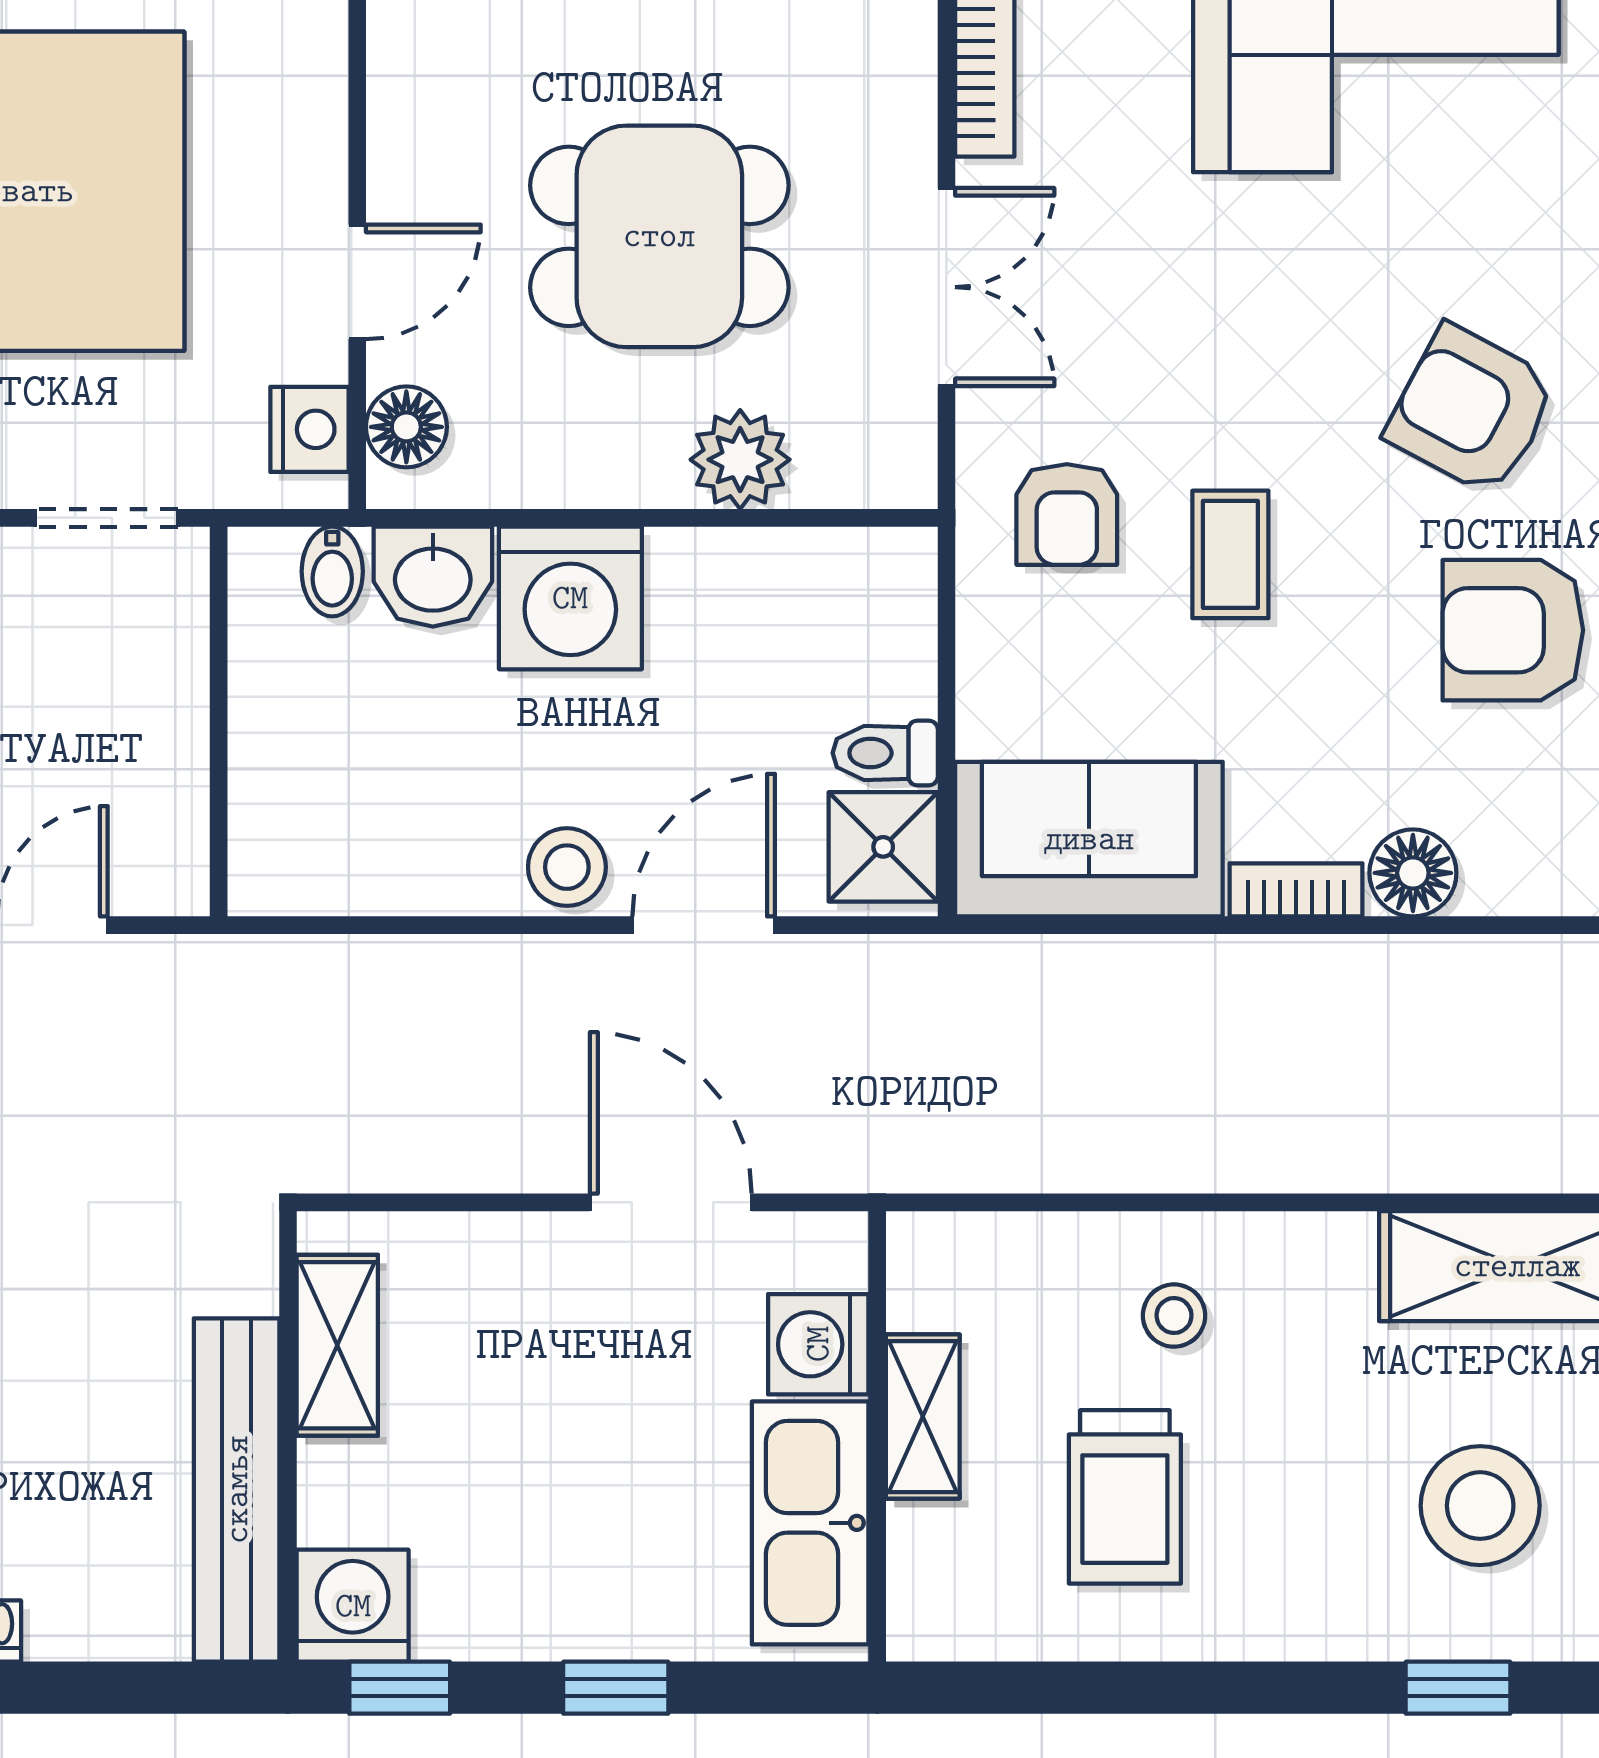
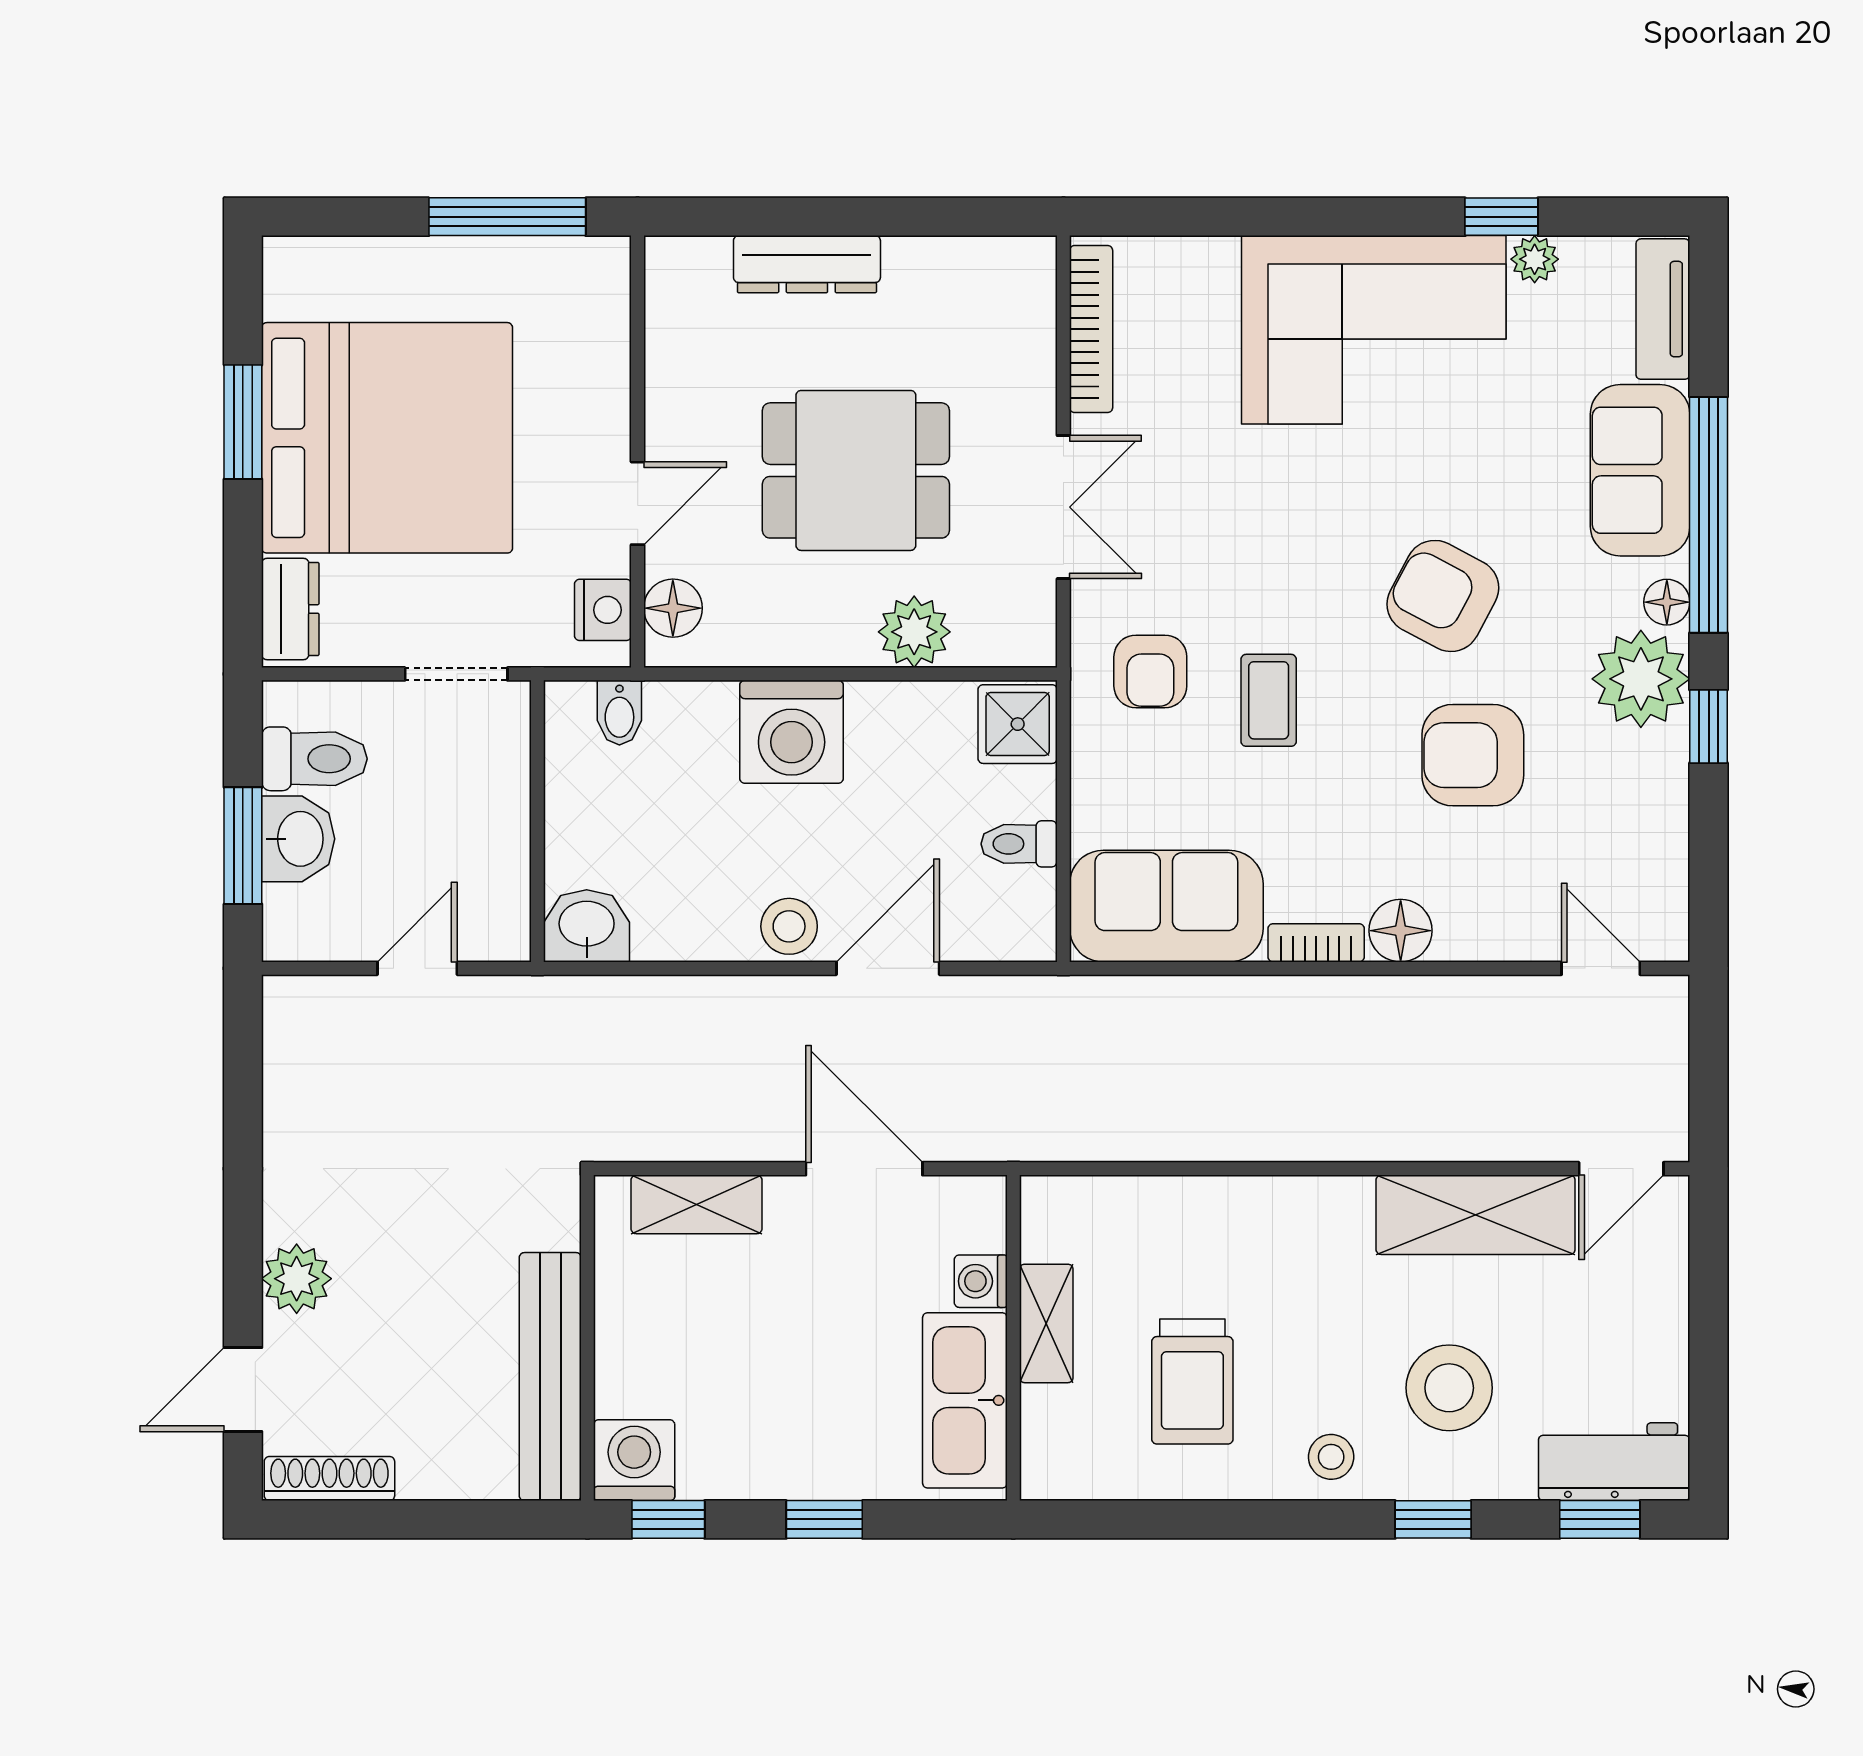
washbasin: (433, 577) -> (587, 926), moved, turned 180
shower: (883, 847) -> (1018, 724), moved
stool: (1174, 1316) -> (1331, 1457), moved
washing machine: (818, 1344) -> (981, 1281), width x0.73, depth x0.73
shelving: (337, 1345) -> (697, 1204), moved, turned 90

